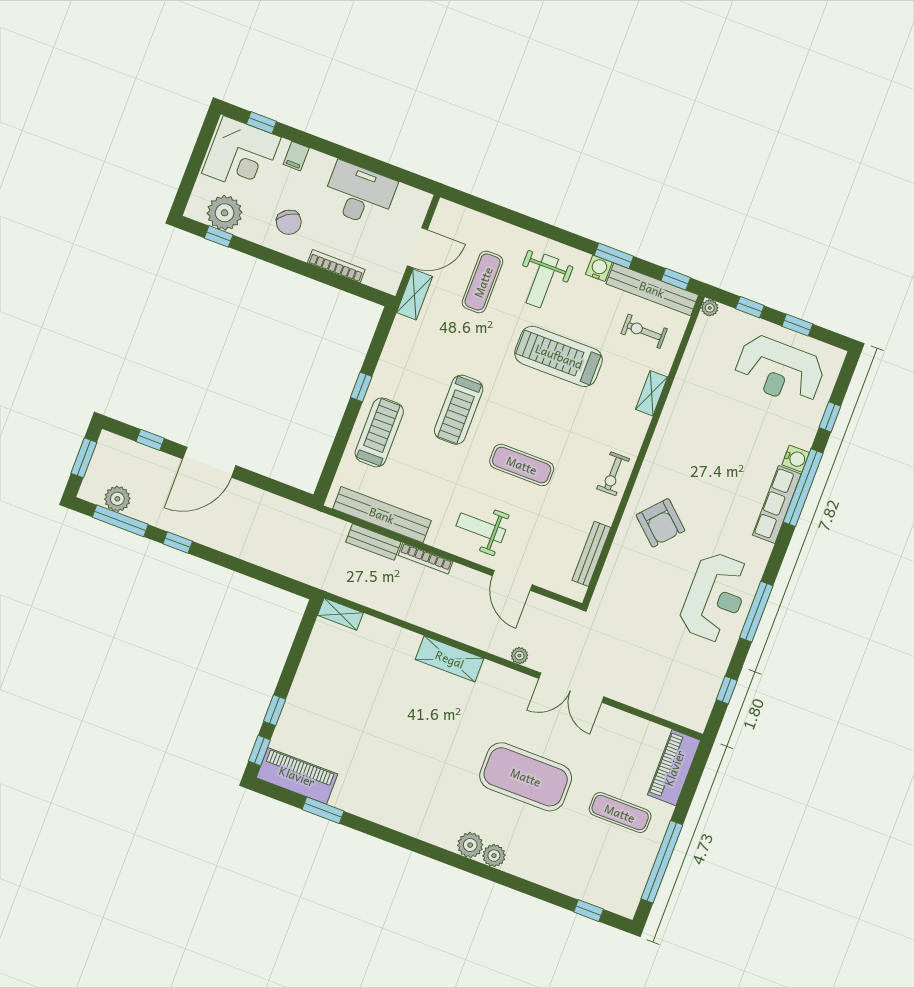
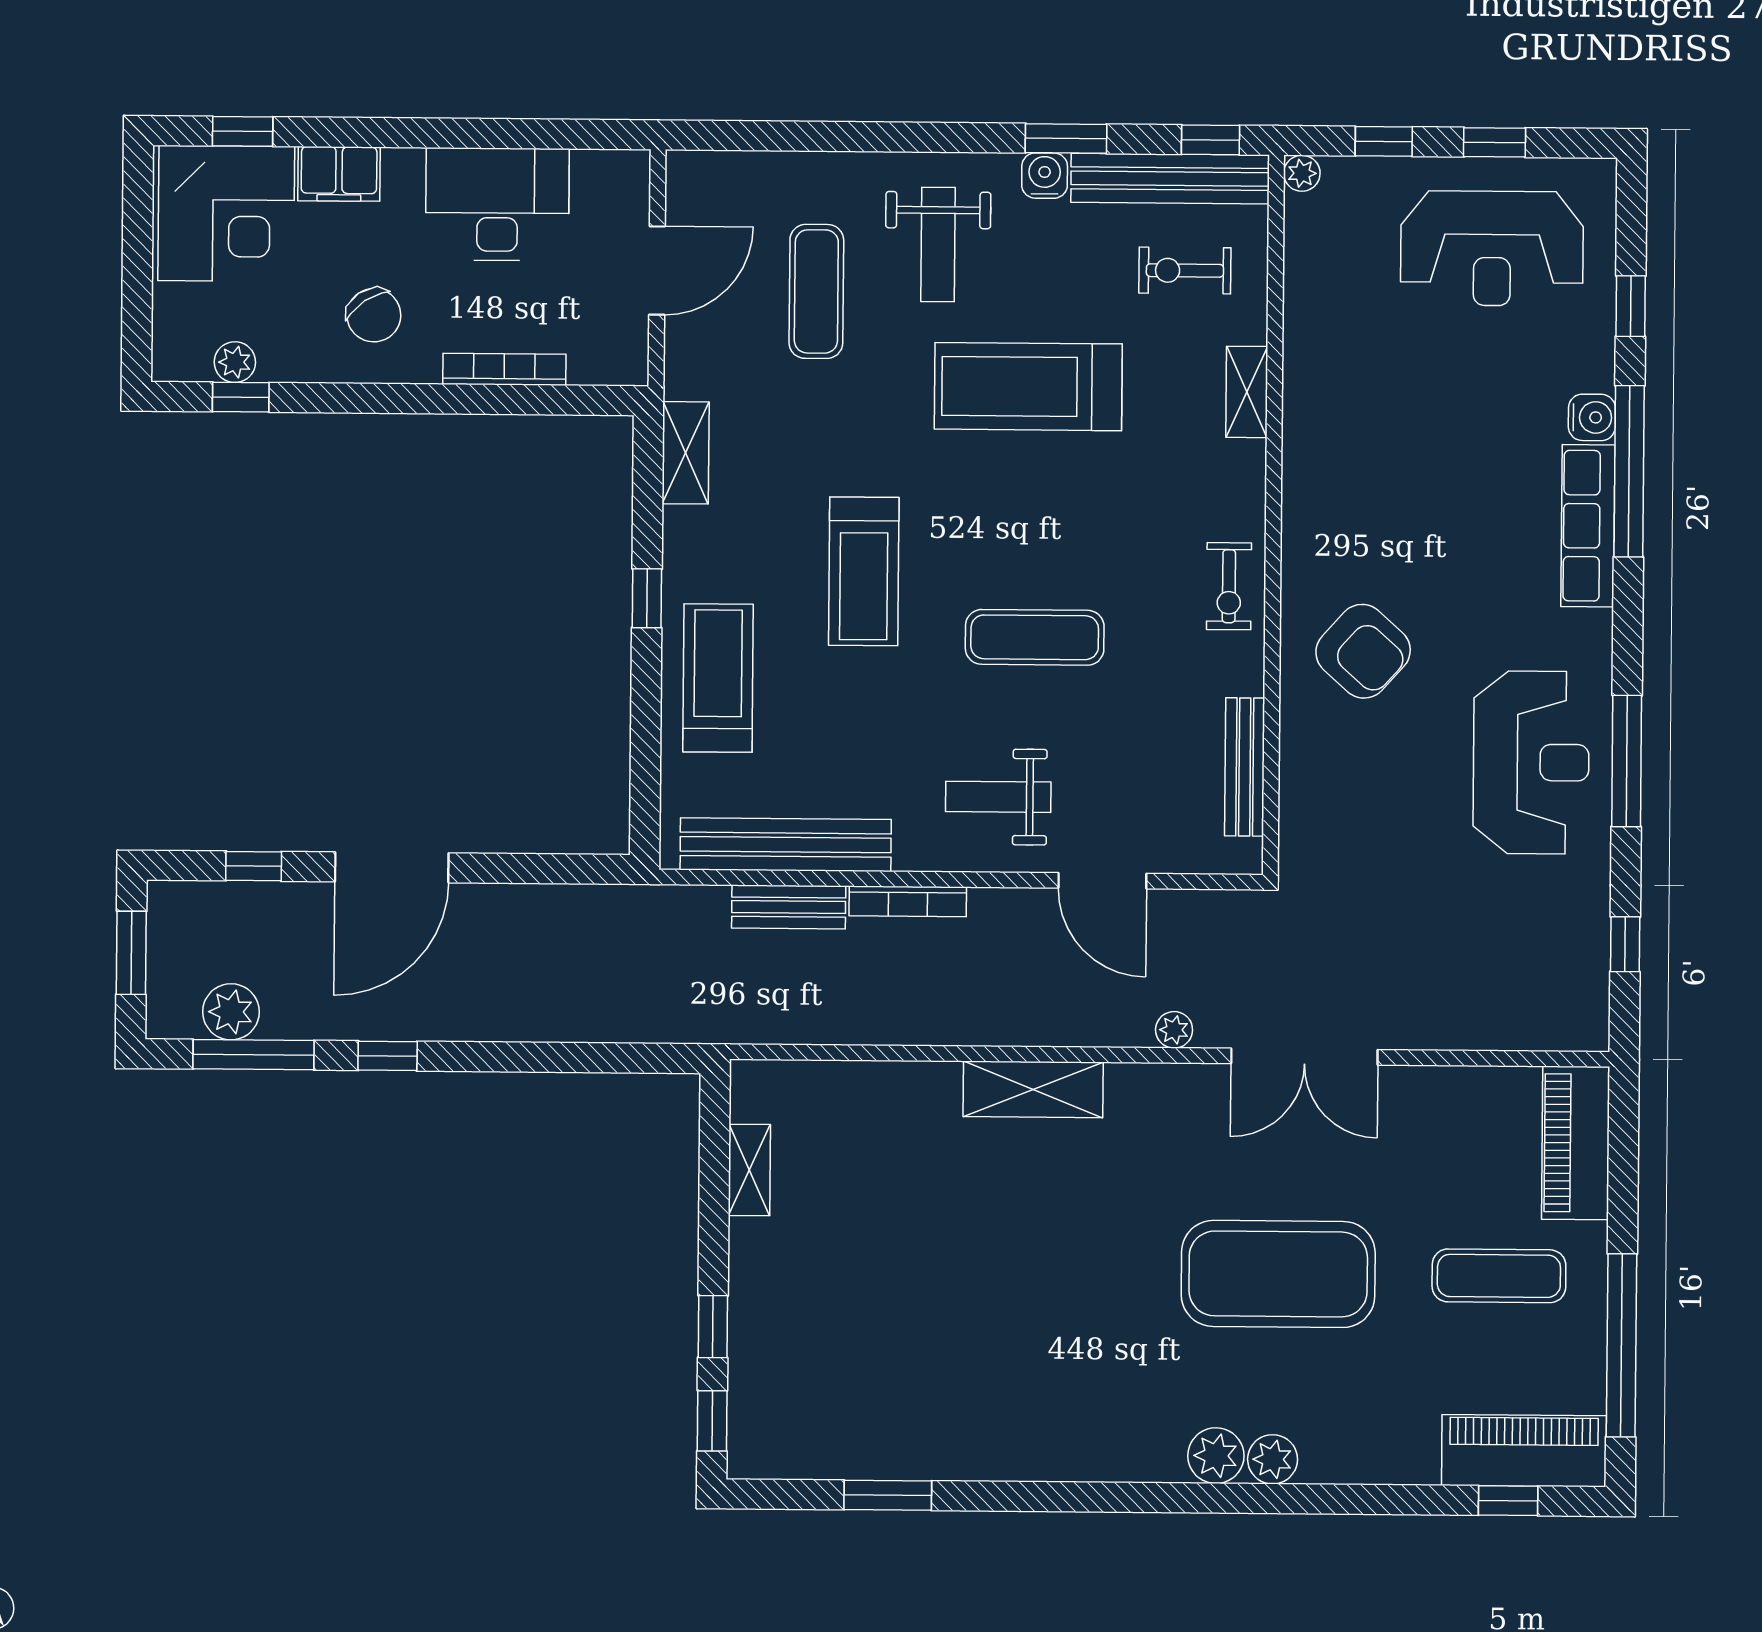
filing cabinet: (296, 156) -> (339, 174), width x2.00
plant: (225, 213) -> (235, 362), width x0.53, depth x0.53
shelving: (415, 294) -> (686, 453), moved
shelving: (340, 614) -> (749, 1170), moved, turned 90
piano: (297, 776) -> (1524, 1451), moved

